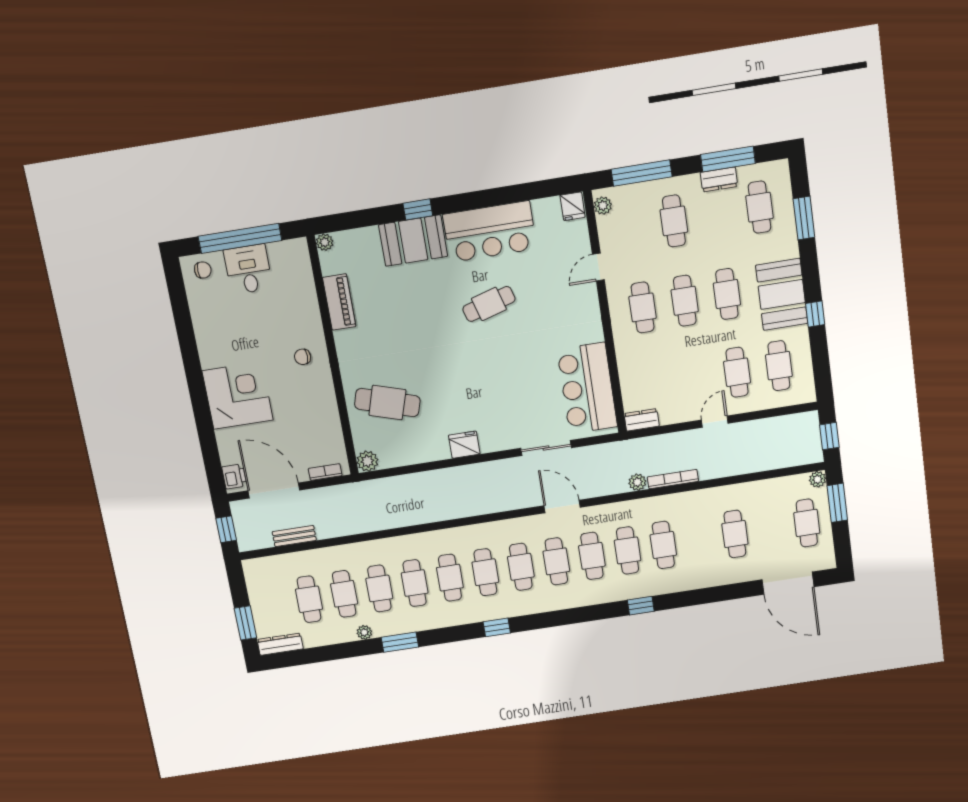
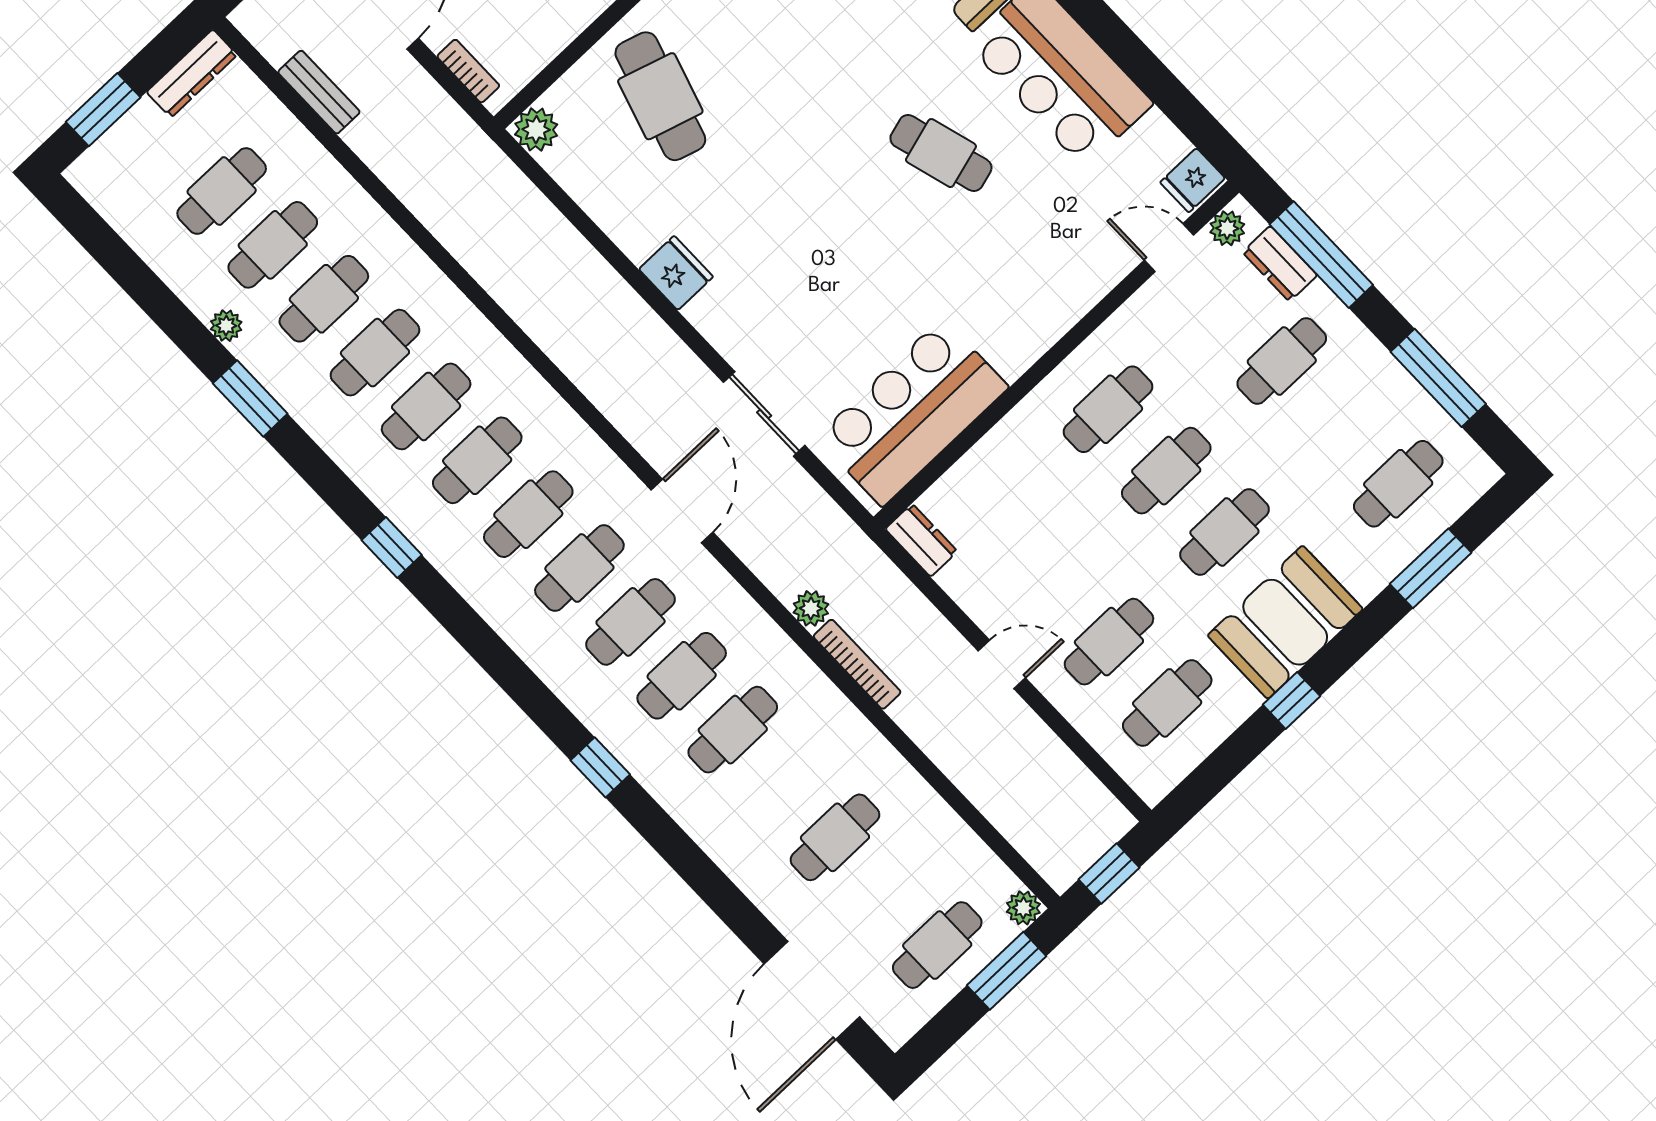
dresser: (719, 180) -> (1280, 264), moved
door: (598, 267) -> (1169, 248), moved
dresser: (280, 644) -> (192, 73), moved, turned 90

